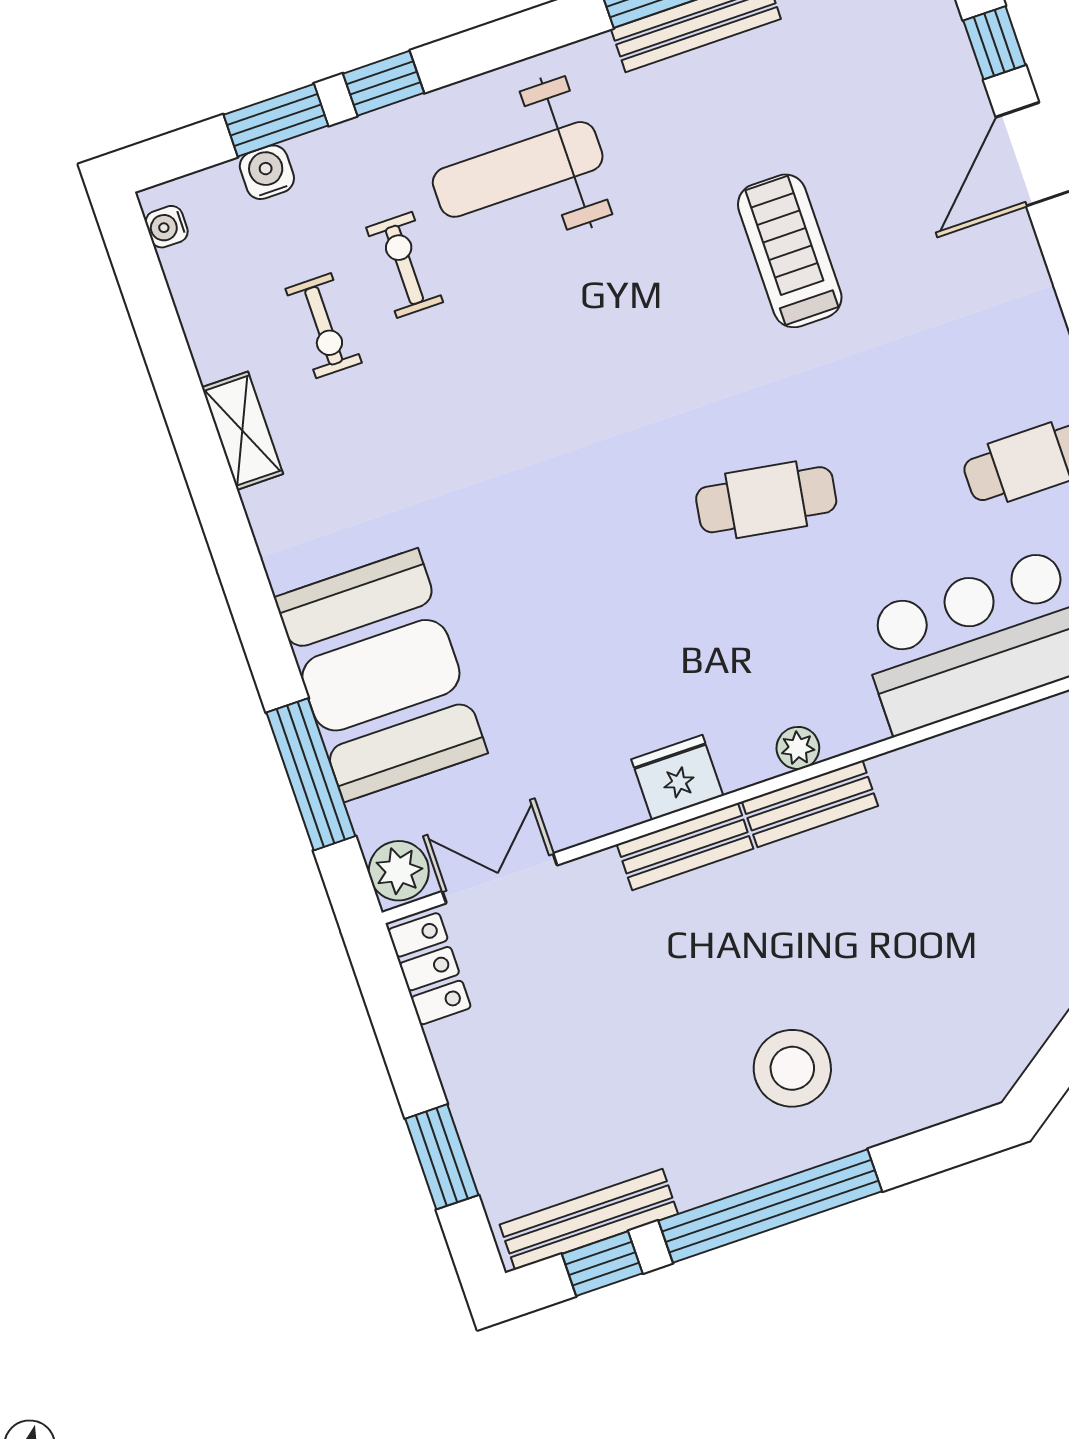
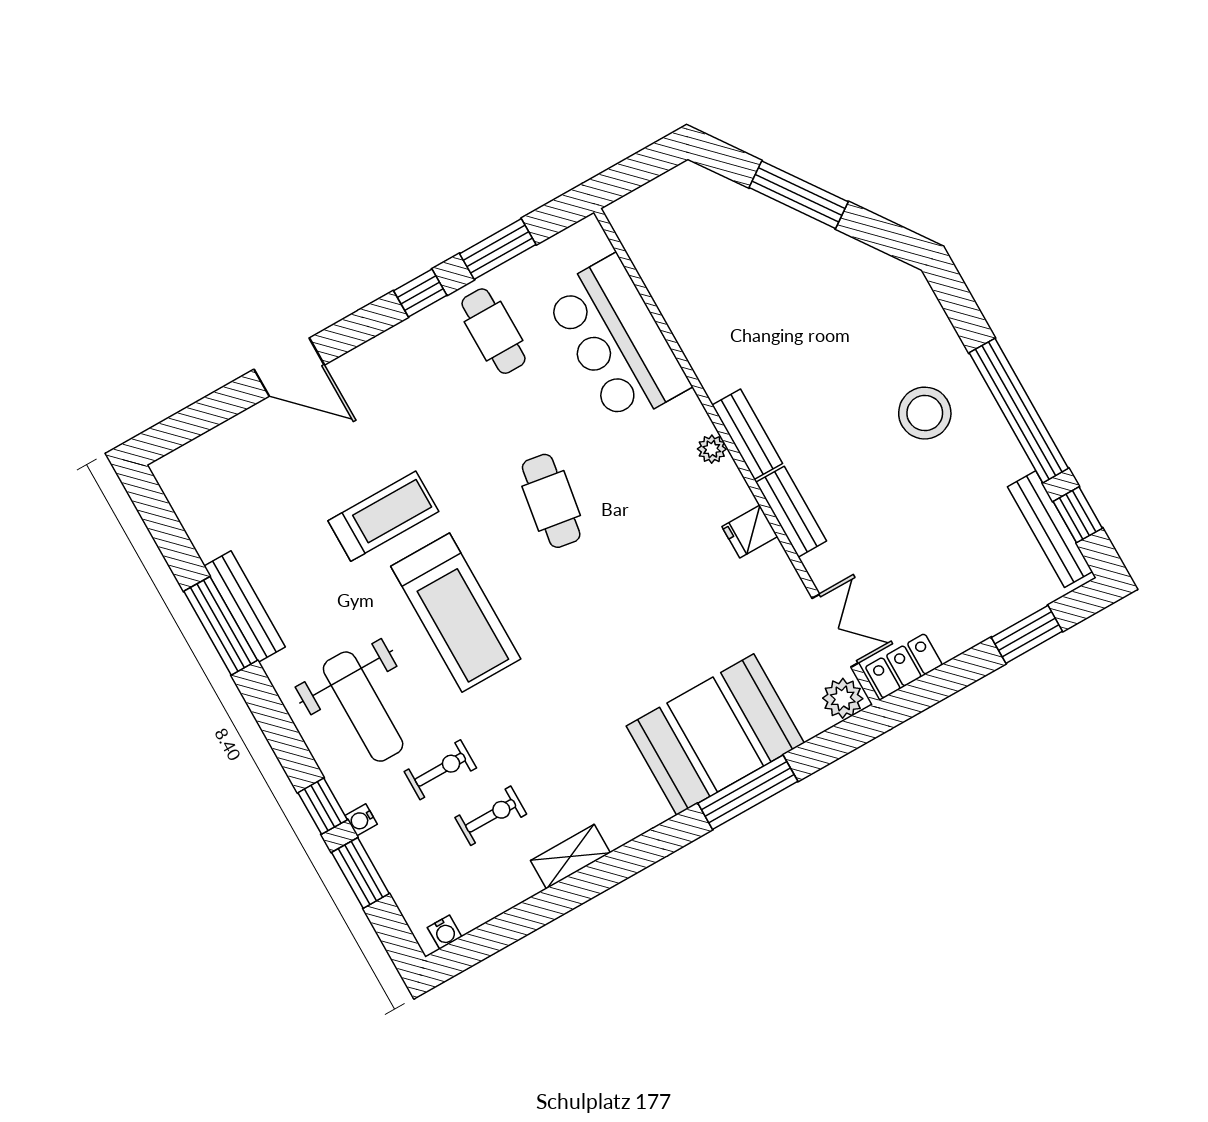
window: (994, 43) -> (220, 406), removed
water cooler: (267, 172) -> (361, 820), moved, width x0.72, depth x0.72
treadmill: (790, 251) -> (383, 516), turned 180
exercise bike: (405, 265) -> (440, 770), turned 180
treadmill: (629, 330) -> (456, 613), added
window: (311, 774) -> (748, 792), moved
fridge: (677, 777) -> (750, 531), width x0.72
double door: (500, 878) -> (835, 631), swing flipped

